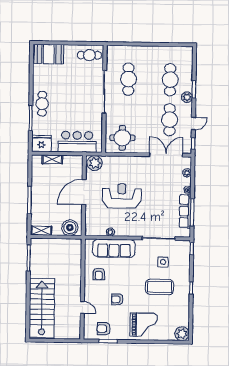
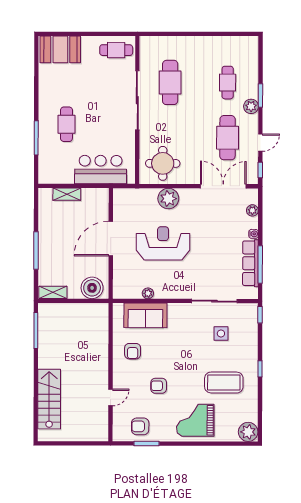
cafe table: (170, 80) -> (228, 83), width x0.73, depth x0.74
cafe table: (42, 104) -> (66, 124), moved
fridge: (41, 144) -> (51, 173), removed
plant: (95, 163) -> (168, 199), moved
sofa: (114, 248) -> (145, 315), width x0.73
coffee table: (160, 287) -> (224, 383), moved
door: (82, 307) -> (110, 397), hinge flipped
stairs: (42, 308) -> (49, 399), width x0.73, depth x0.66
grand piano: (144, 325) -> (195, 420), turned 180

